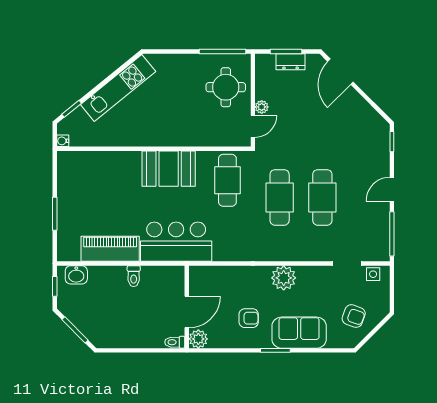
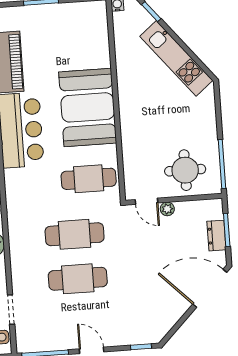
door: (340, 72) -> (210, 288), width x1.36
booth: (169, 169) -> (88, 107), width x1.36, depth x1.42

